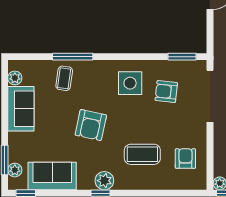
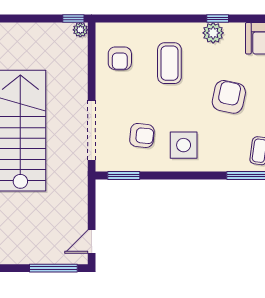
coffee table: (142, 154) -> (169, 63), turned 90

